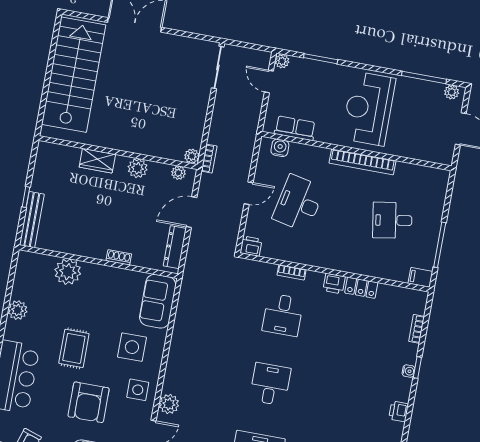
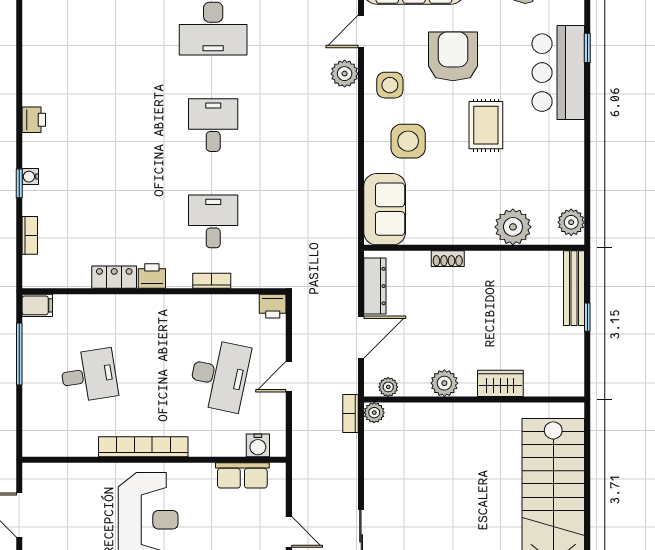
plant: (17, 310) -> (571, 222), moved
desk: (270, 384) -> (213, 125), turned 180

